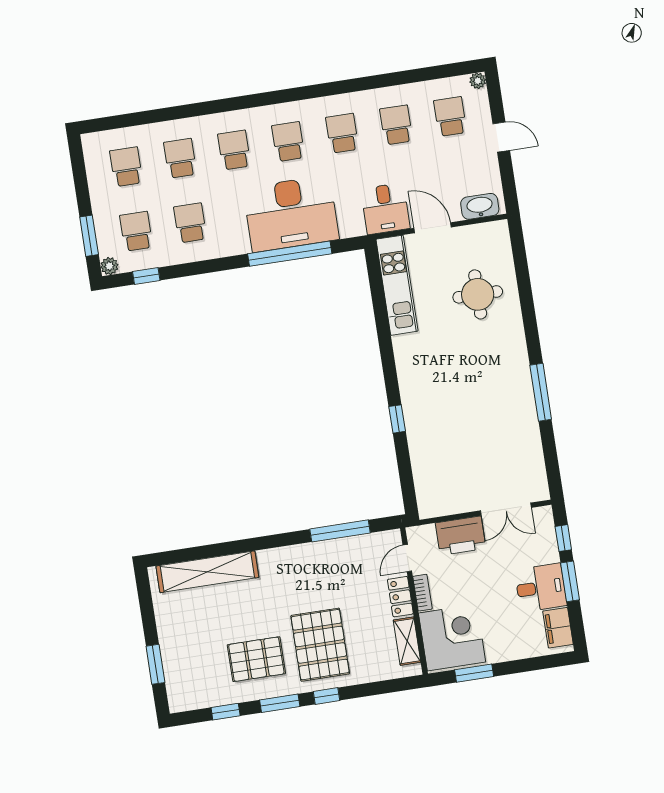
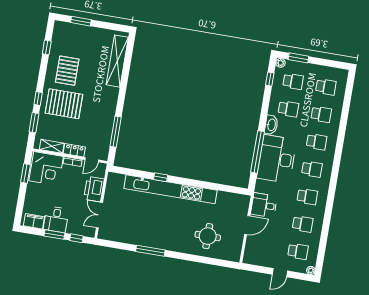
washbasin: (480, 206) -> (271, 125), moved
kitchen unit: (397, 285) -> (170, 189), moved, width x1.86
door: (407, 558) -> (92, 160), swing flipped
window: (280, 703) -> (34, 123), moved

